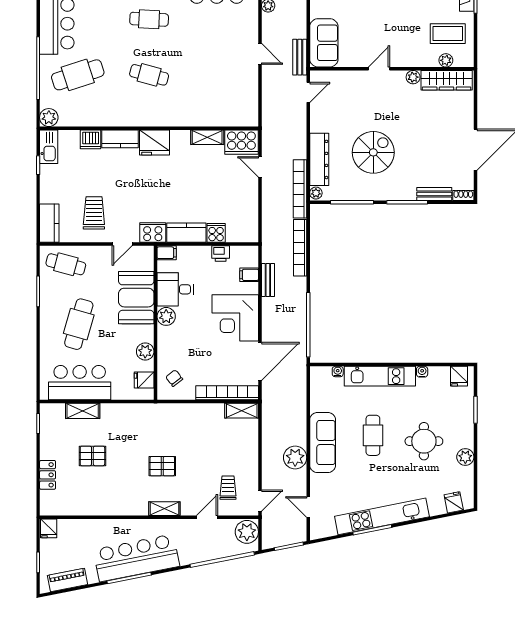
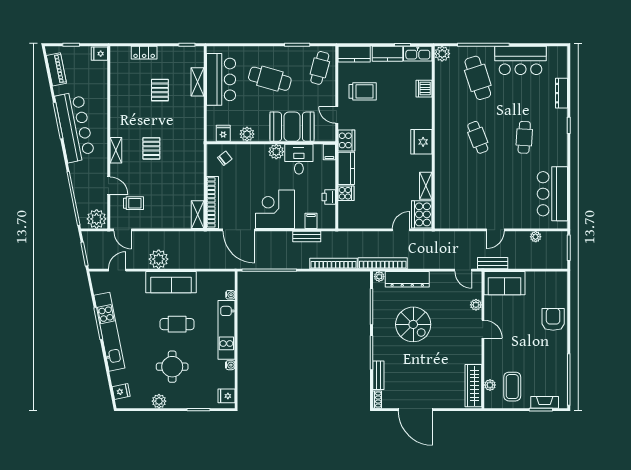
cafe table: (149, 75) -> (478, 137), turned -36
plant: (413, 77) -> (476, 305), moved
kitchen counter: (120, 139) -> (388, 54), moved, turned -90

